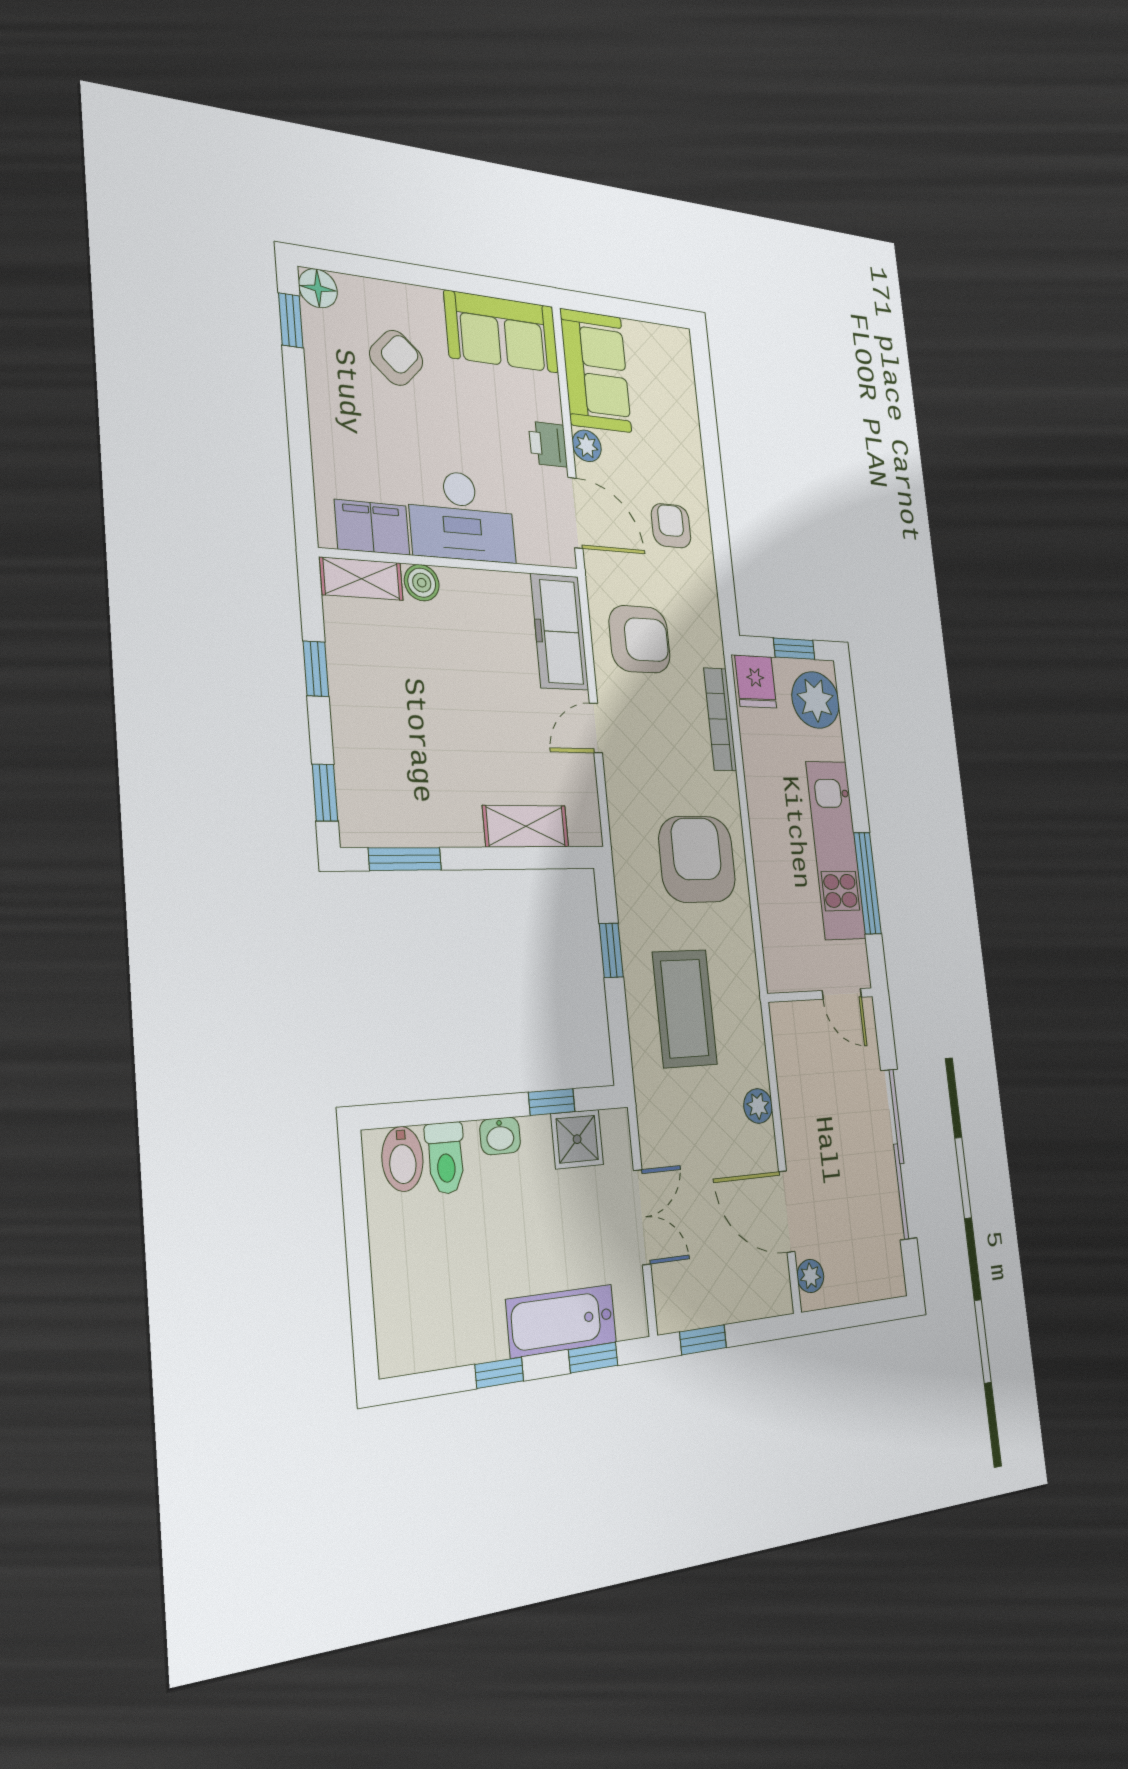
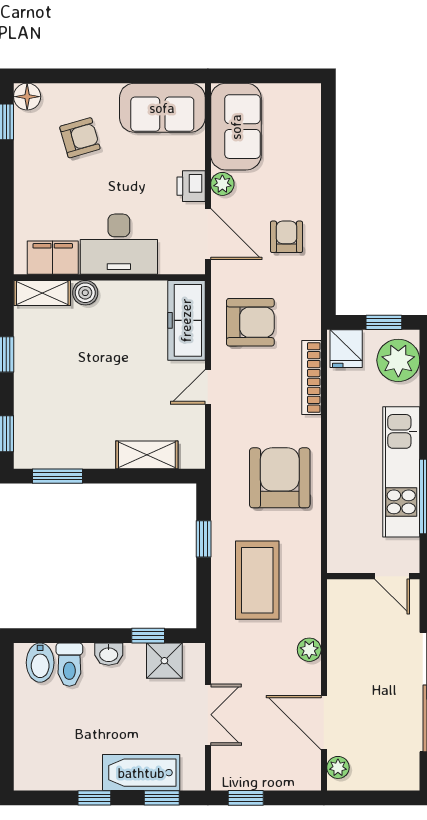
armchair: (396, 358) -> (80, 138), turned 30

